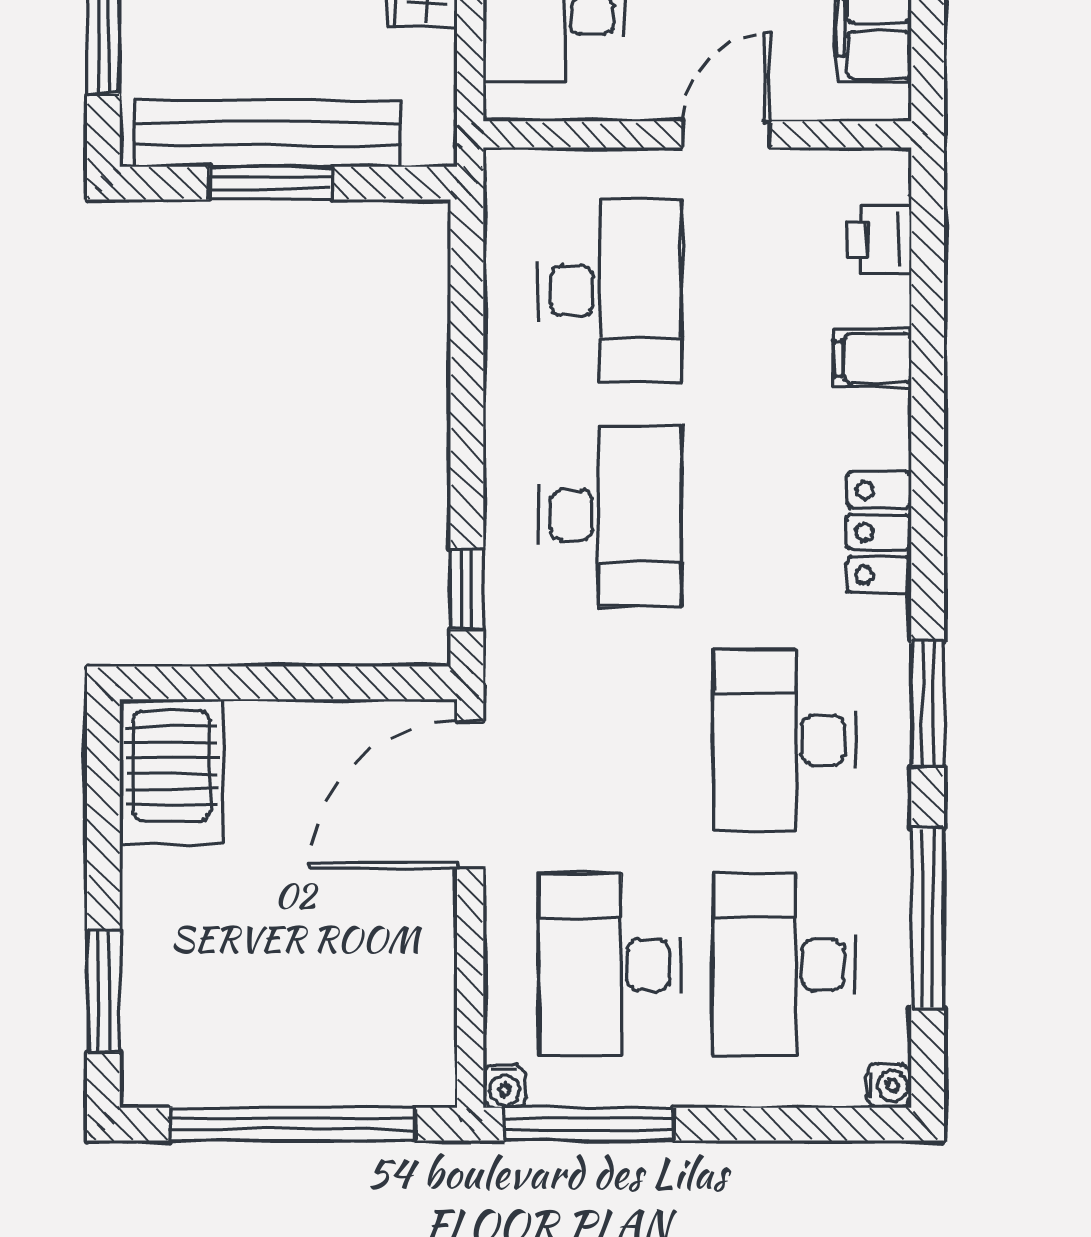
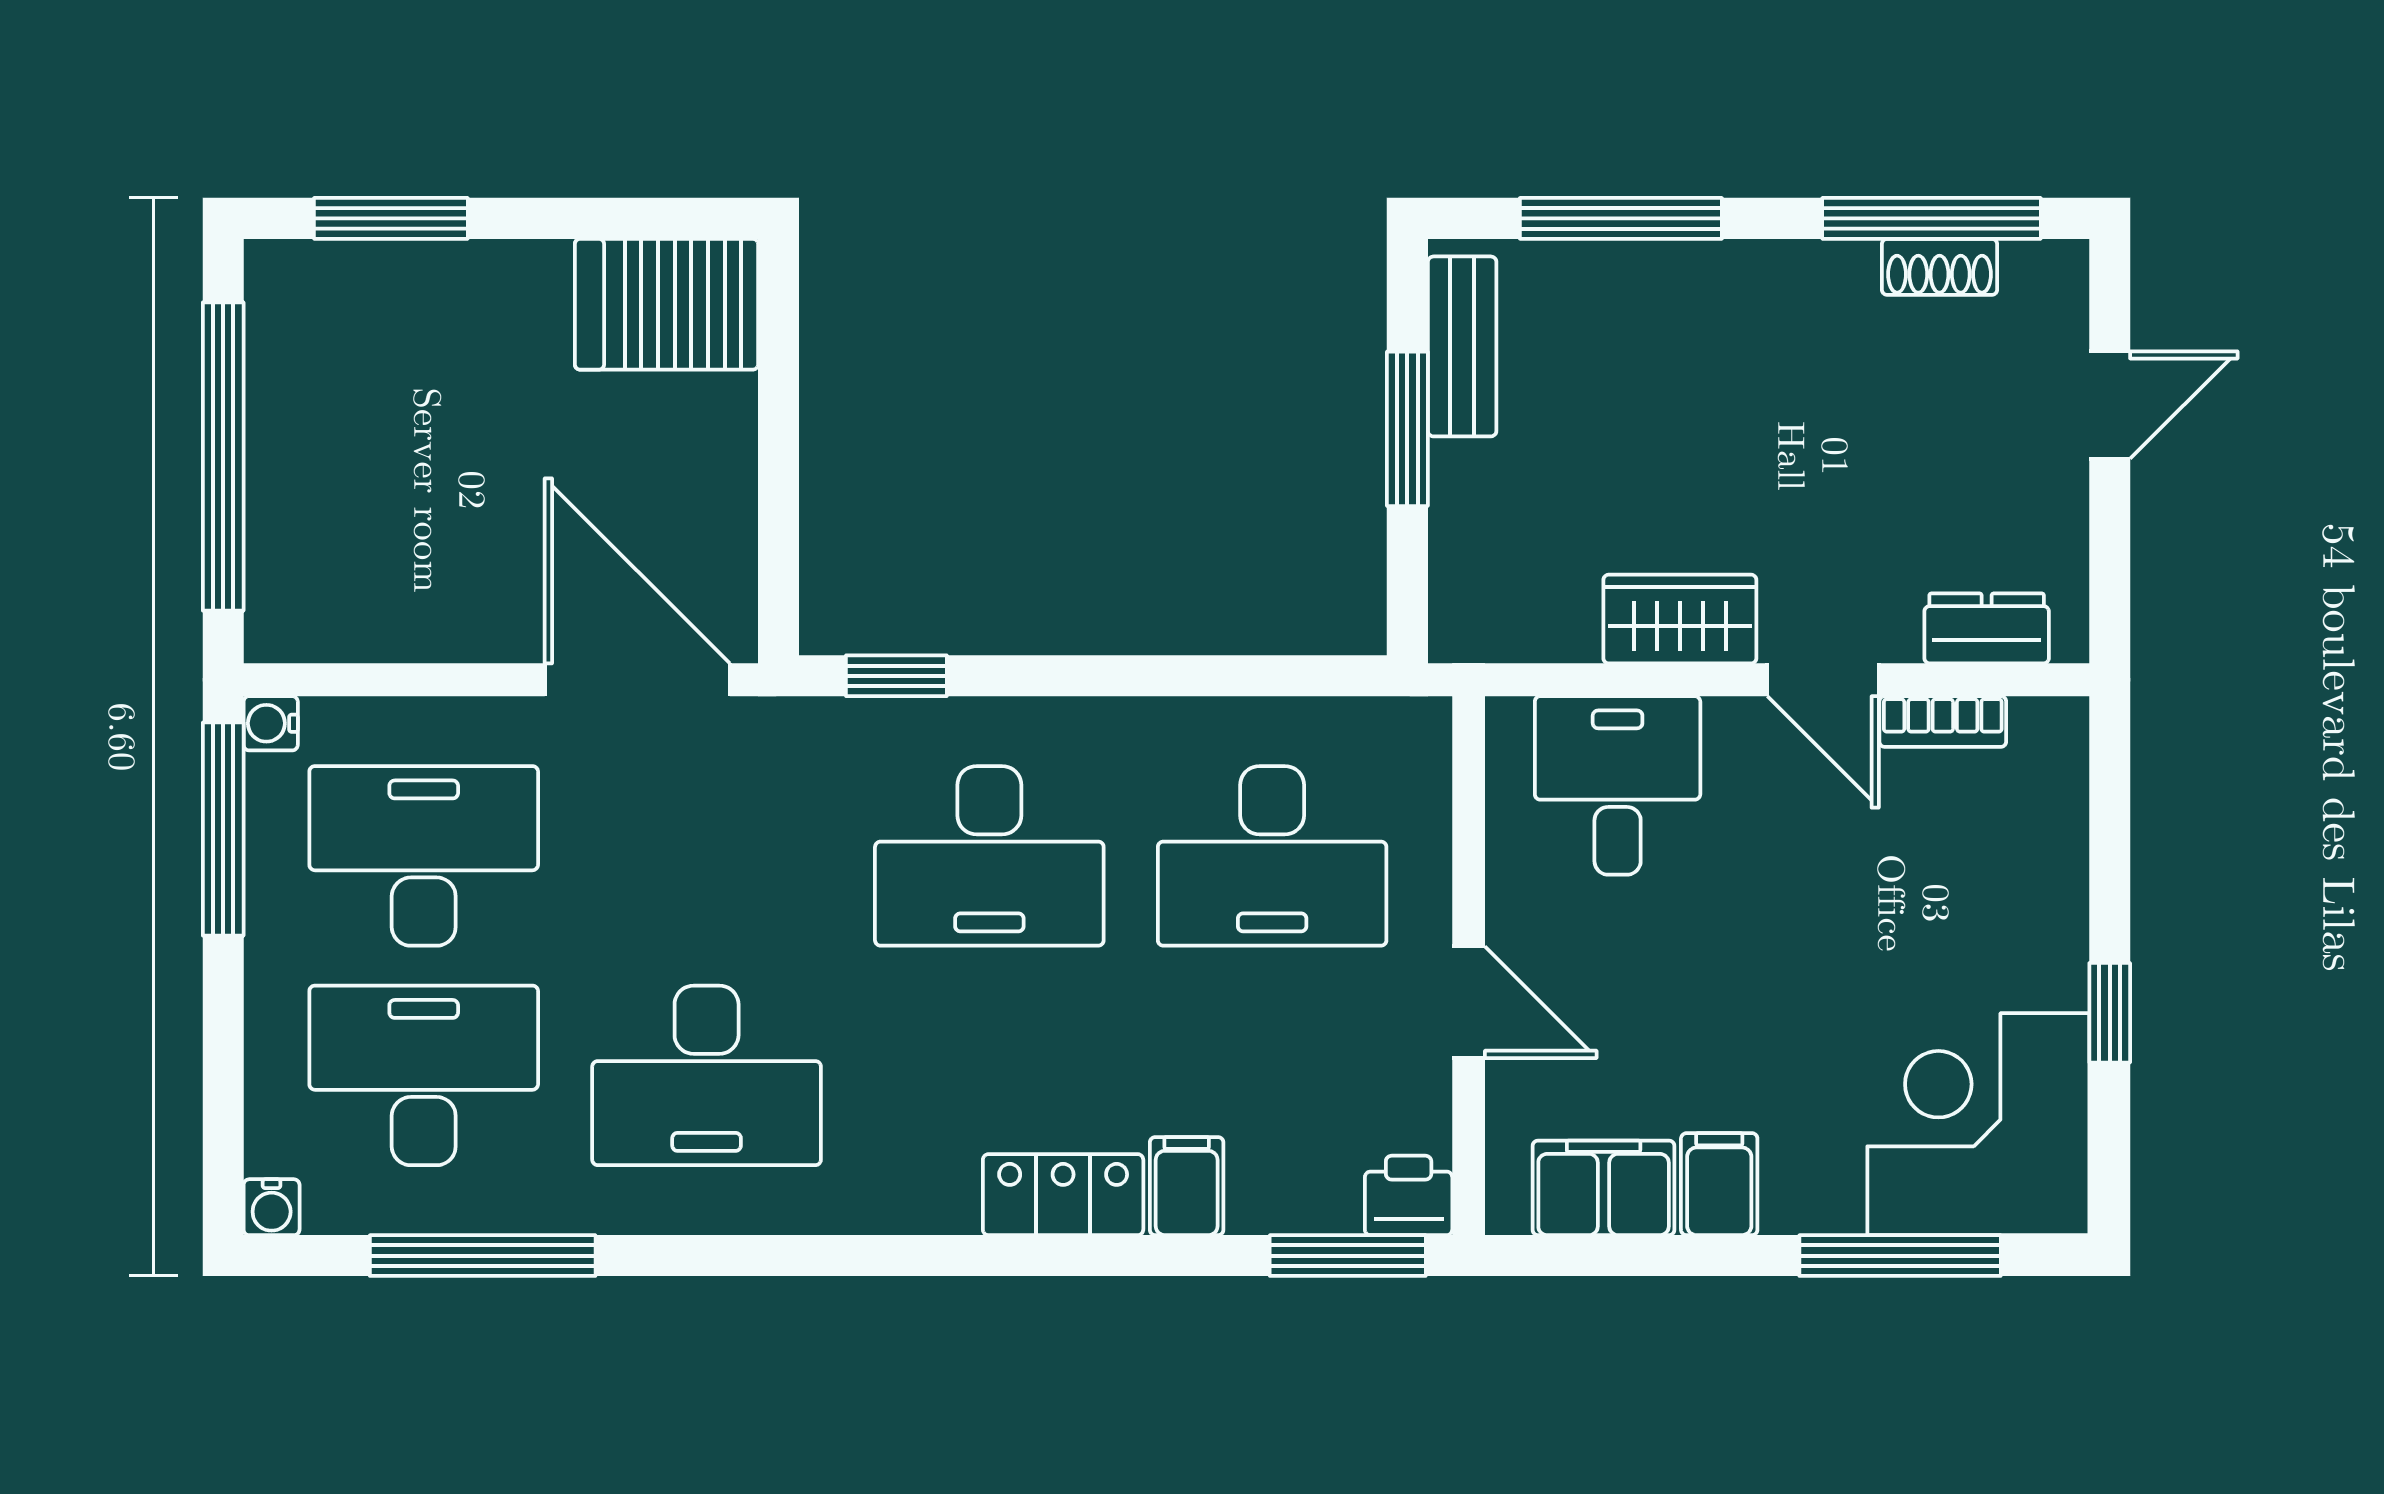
bench: (267, 134) -> (1462, 346), width x0.54, depth x0.82
printer: (880, 240) -> (1409, 1195), moved
locker: (879, 532) -> (1063, 1195), moved
window: (928, 703) -> (1348, 1256), moved
desk: (784, 740) -> (707, 1075), turned 180

